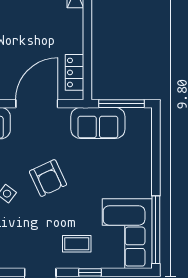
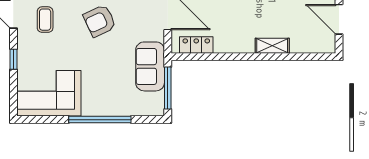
window: (156, 230) -> (100, 120), moved
coffee table: (77, 244) -> (45, 20), moved

